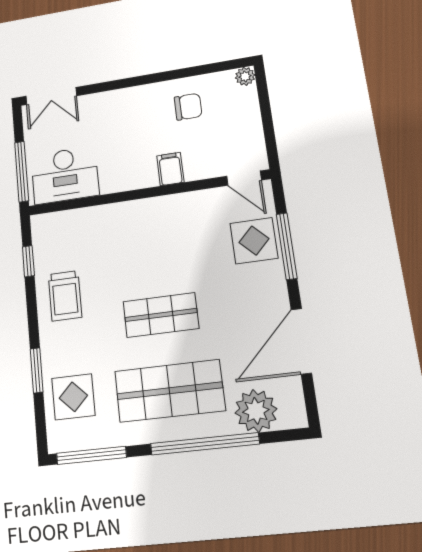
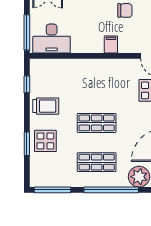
trolley: (65, 296) -> (46, 106), turned -90
shop shelf: (169, 391) -> (97, 162), width x0.70, depth x0.74
display table: (73, 397) -> (45, 141), moved

